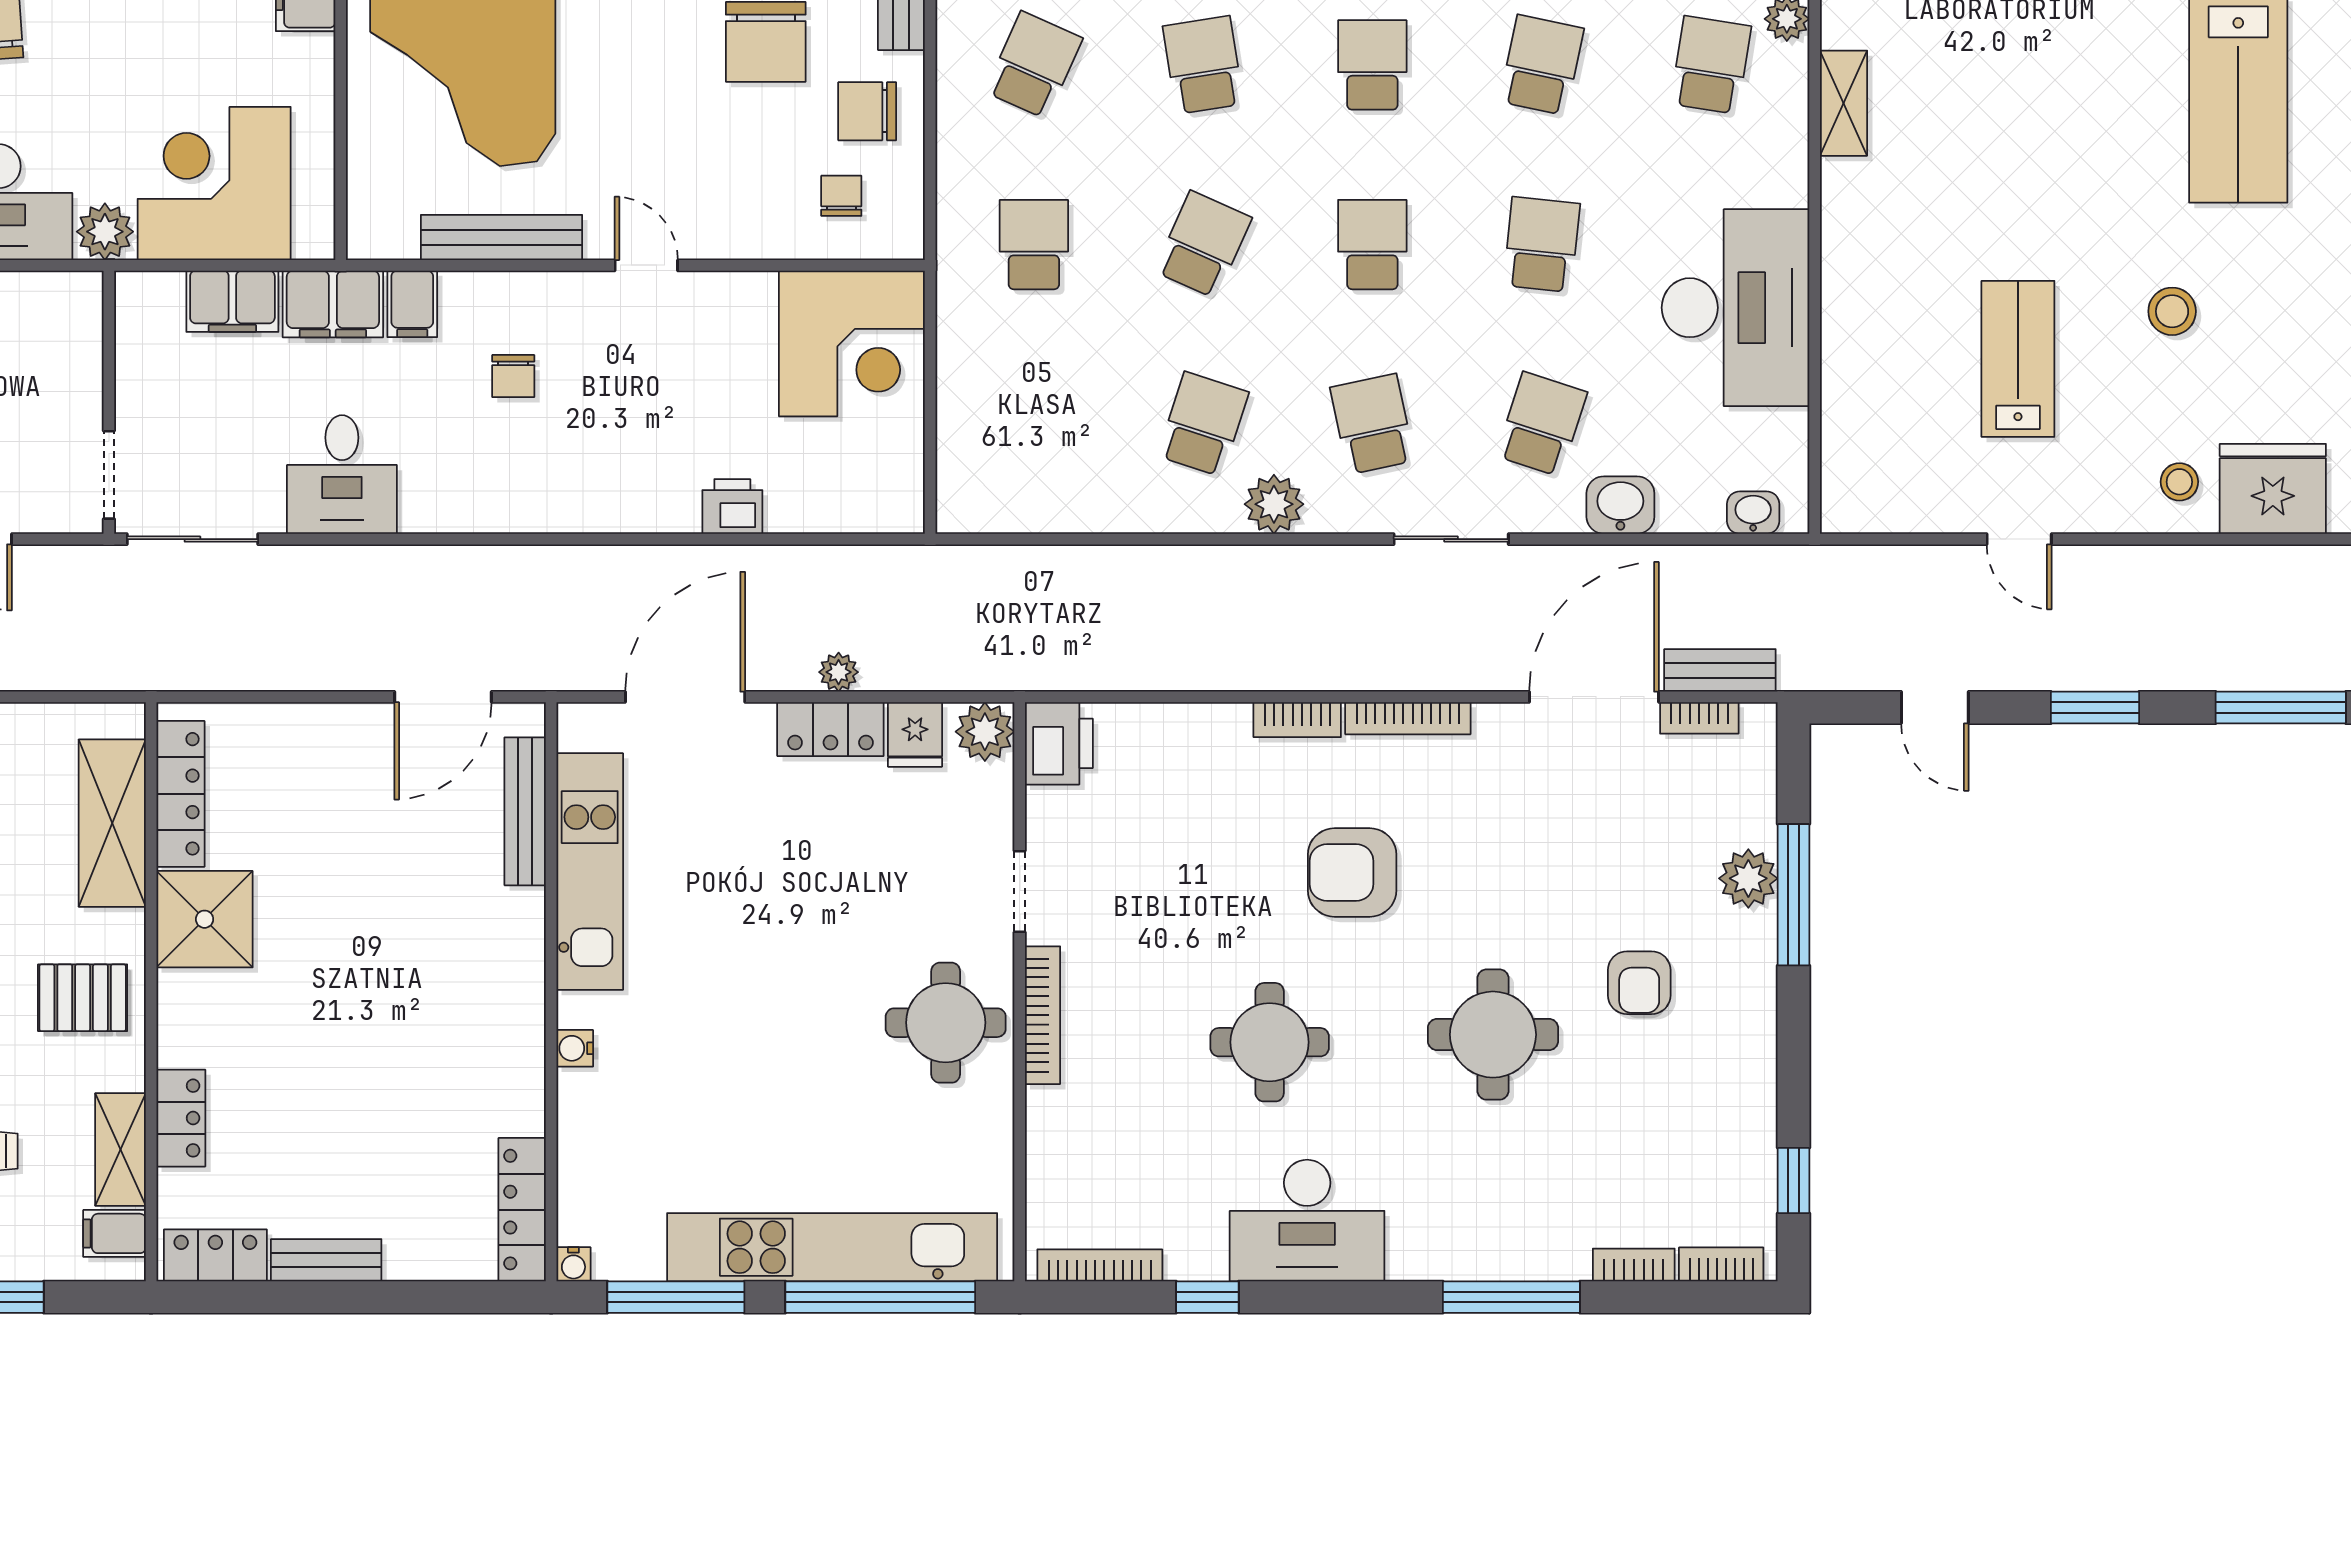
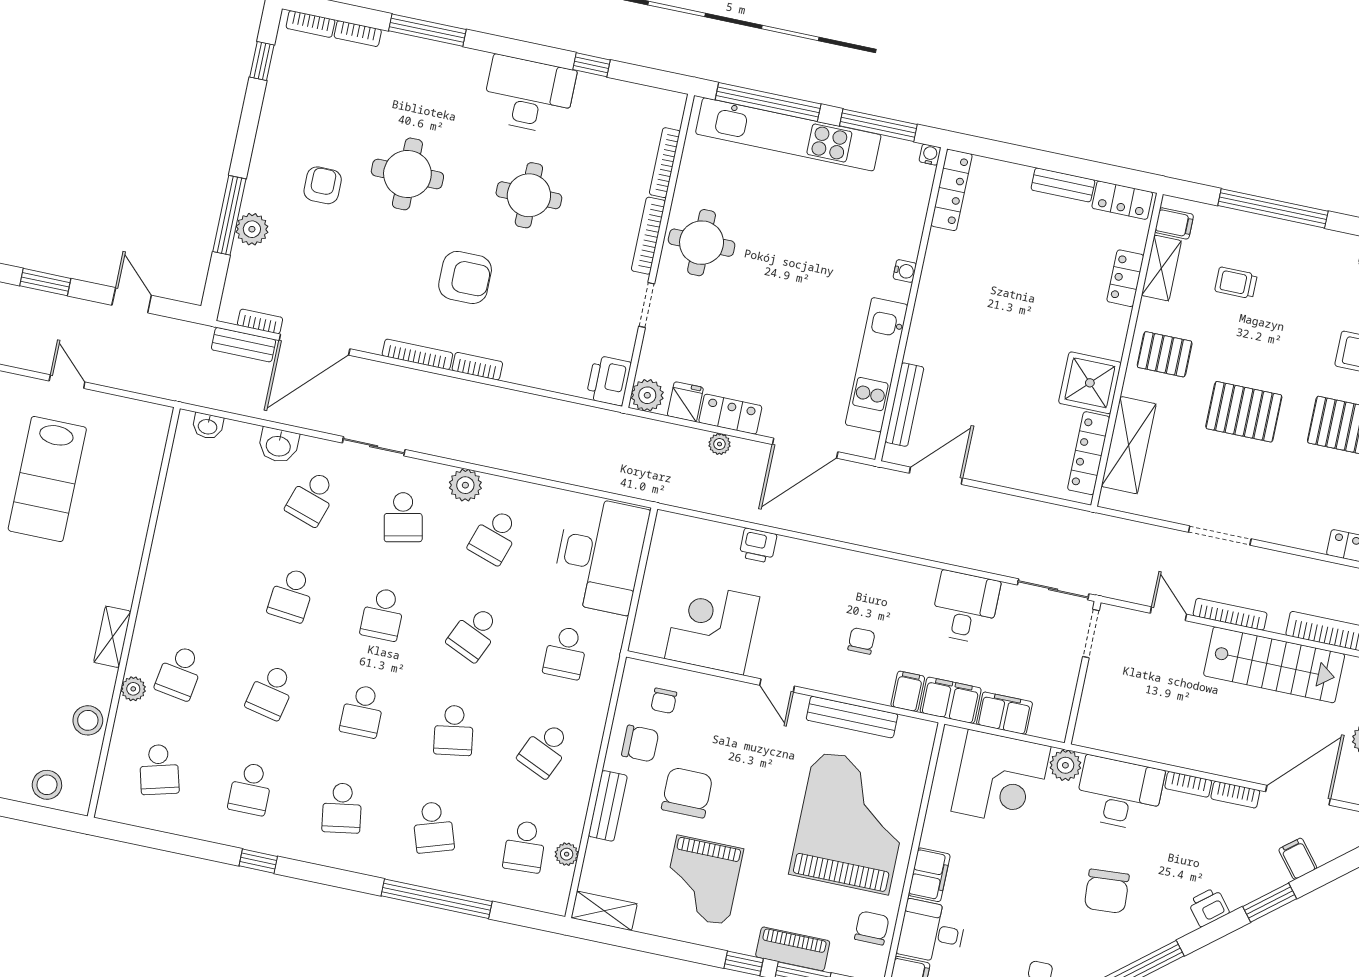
desk: (1735, 308) -> (600, 555), moved, turned 180
corner desk: (852, 344) -> (712, 628), moved
lab bench: (2018, 359) -> (47, 479), width x1.36, depth x1.39
bookcase: (1100, 1265) -> (665, 163), moved, turned 90

